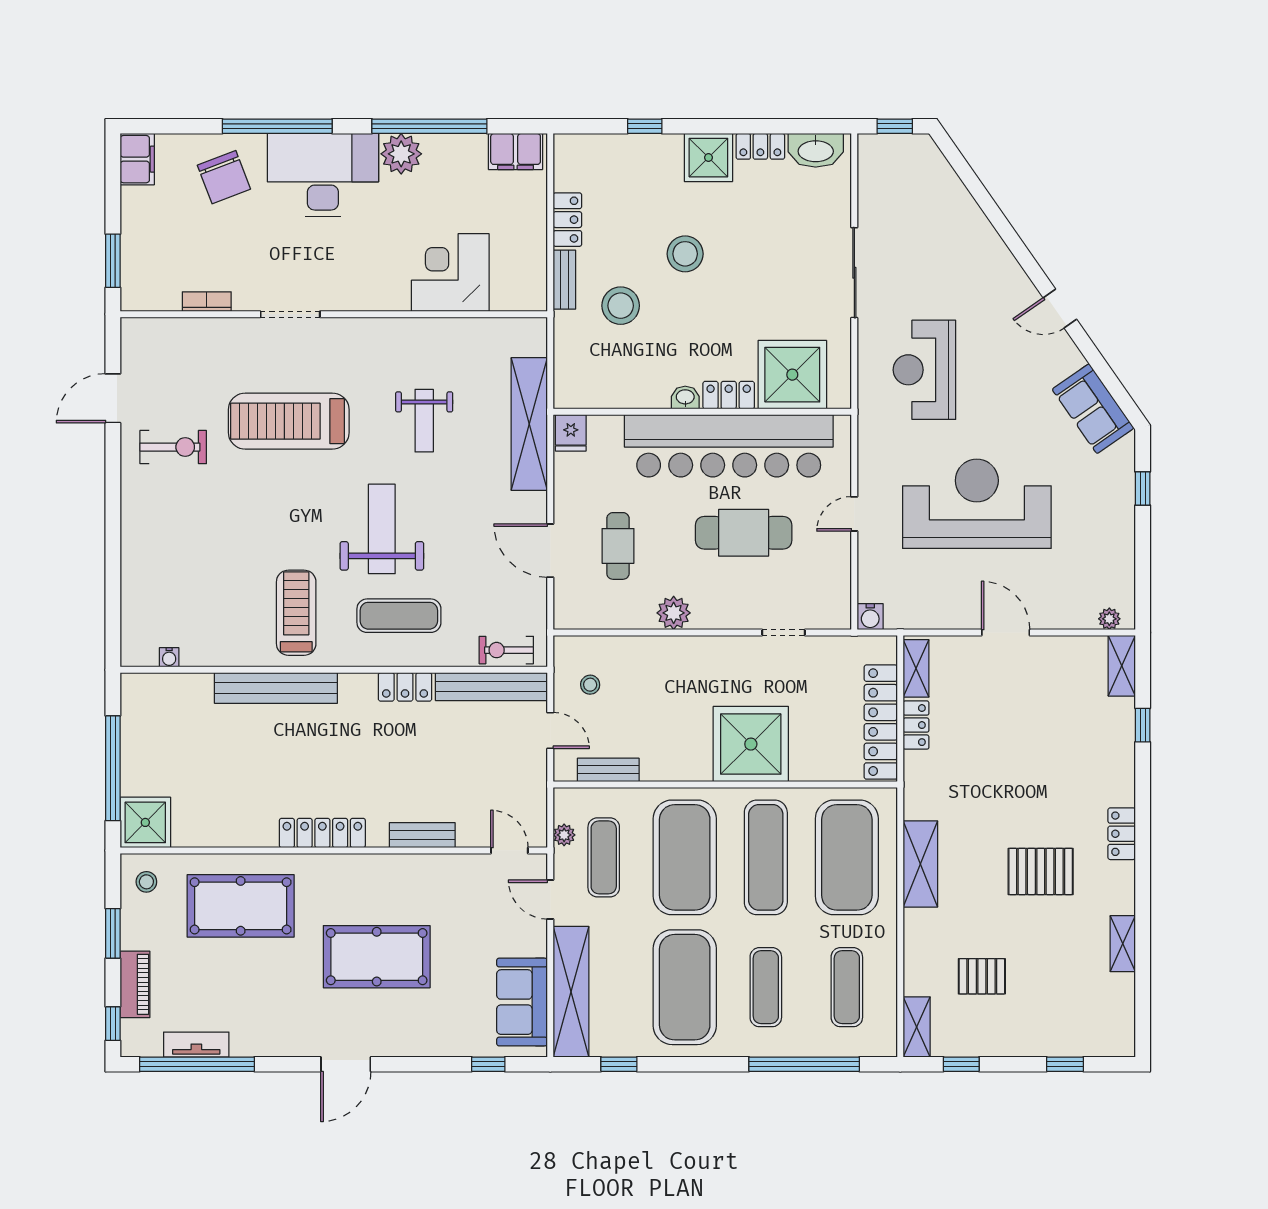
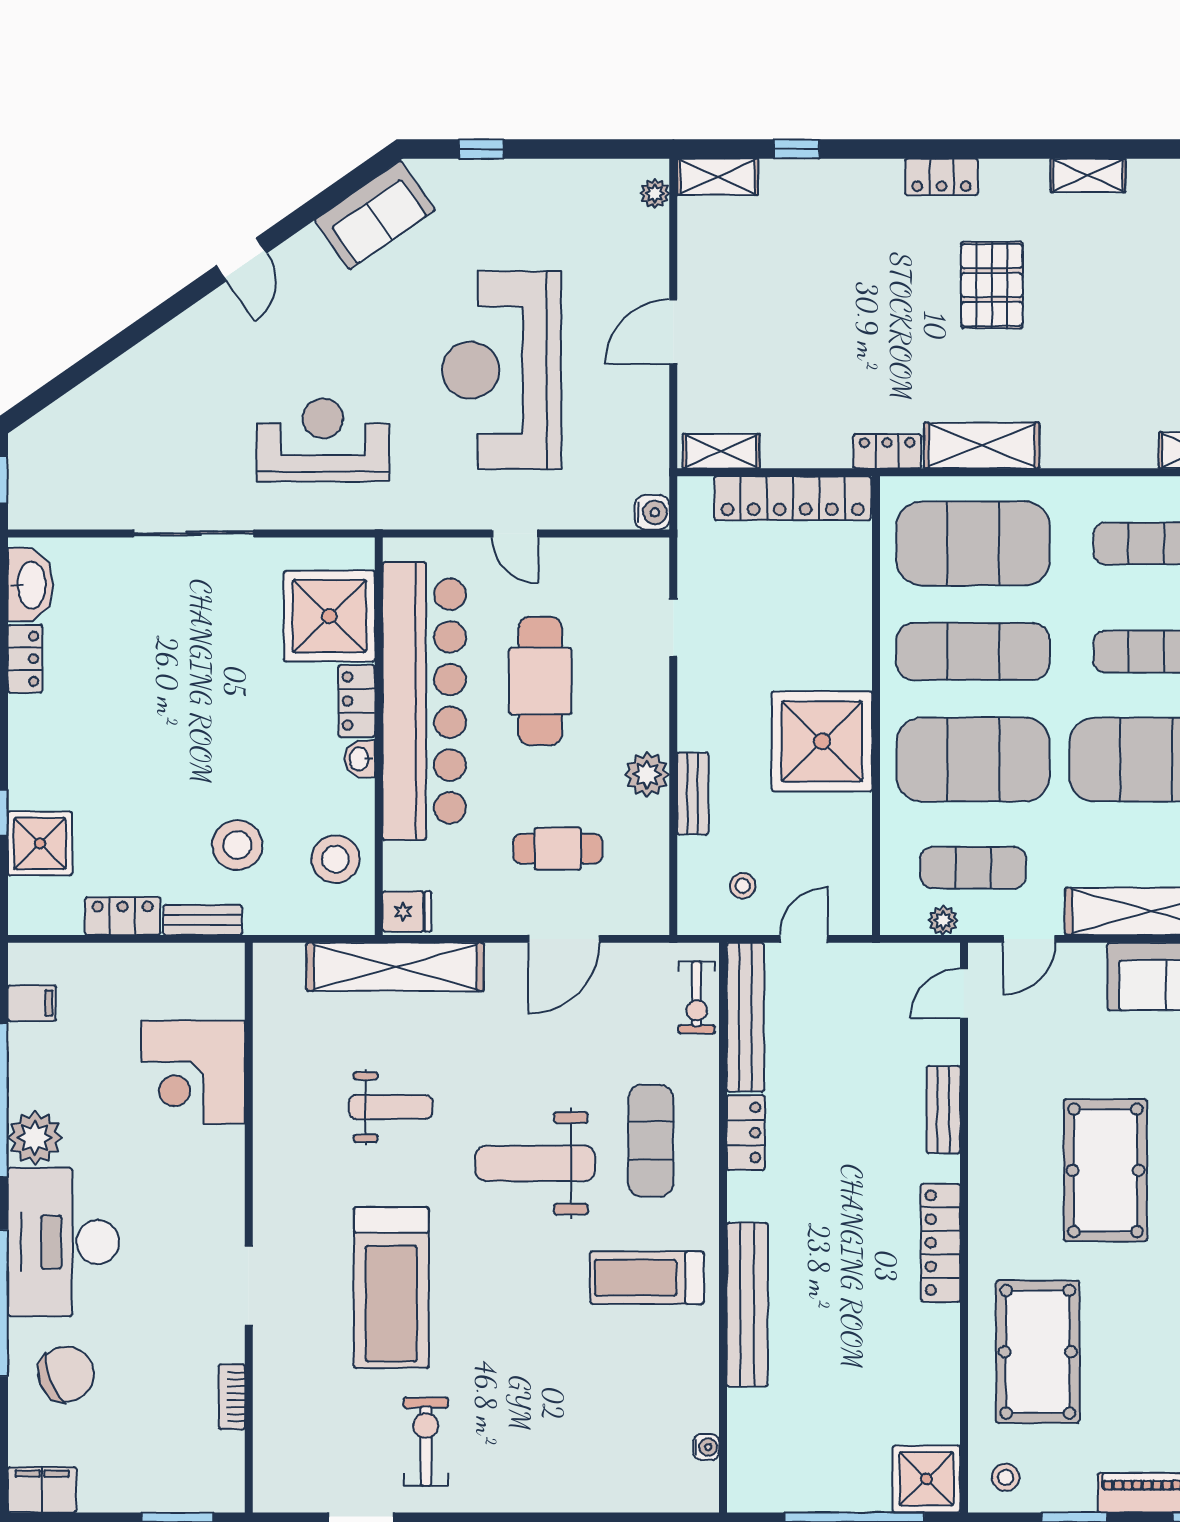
filing cabinet: (516, 151) -> (32, 1003), width x0.50
shower: (708, 158) -> (40, 843), moved
stool: (685, 254) -> (335, 859), moved
reception desk: (924, 370) -> (323, 440), turned 180
locker: (916, 725) -> (887, 451), moved
shower: (751, 744) -> (822, 741), moved
bench: (608, 770) -> (693, 794), moved
pallet: (982, 976) -> (1132, 363), removed

